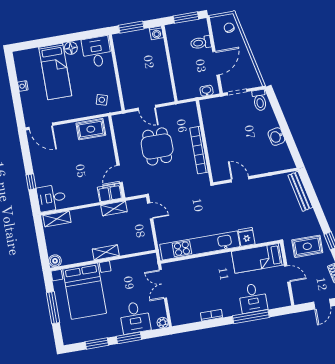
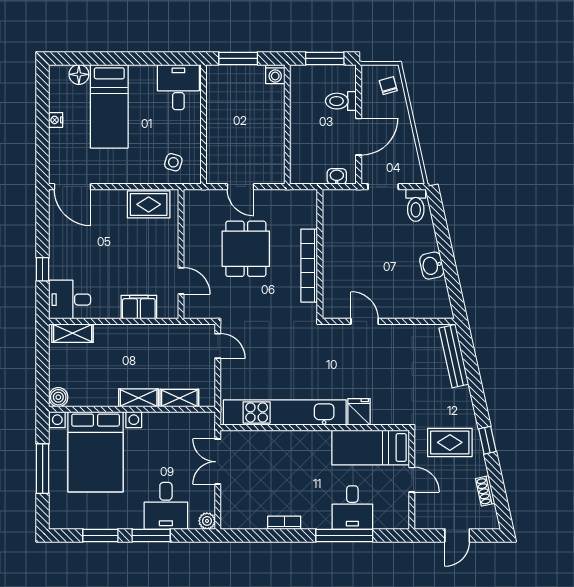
floor lamp: (71, 48) -> (79, 74), moved
door: (120, 174) -> (181, 281), swing flipped
filing cabinet: (110, 193) -> (139, 307), moved
shelving: (114, 208) -> (179, 398), moved

